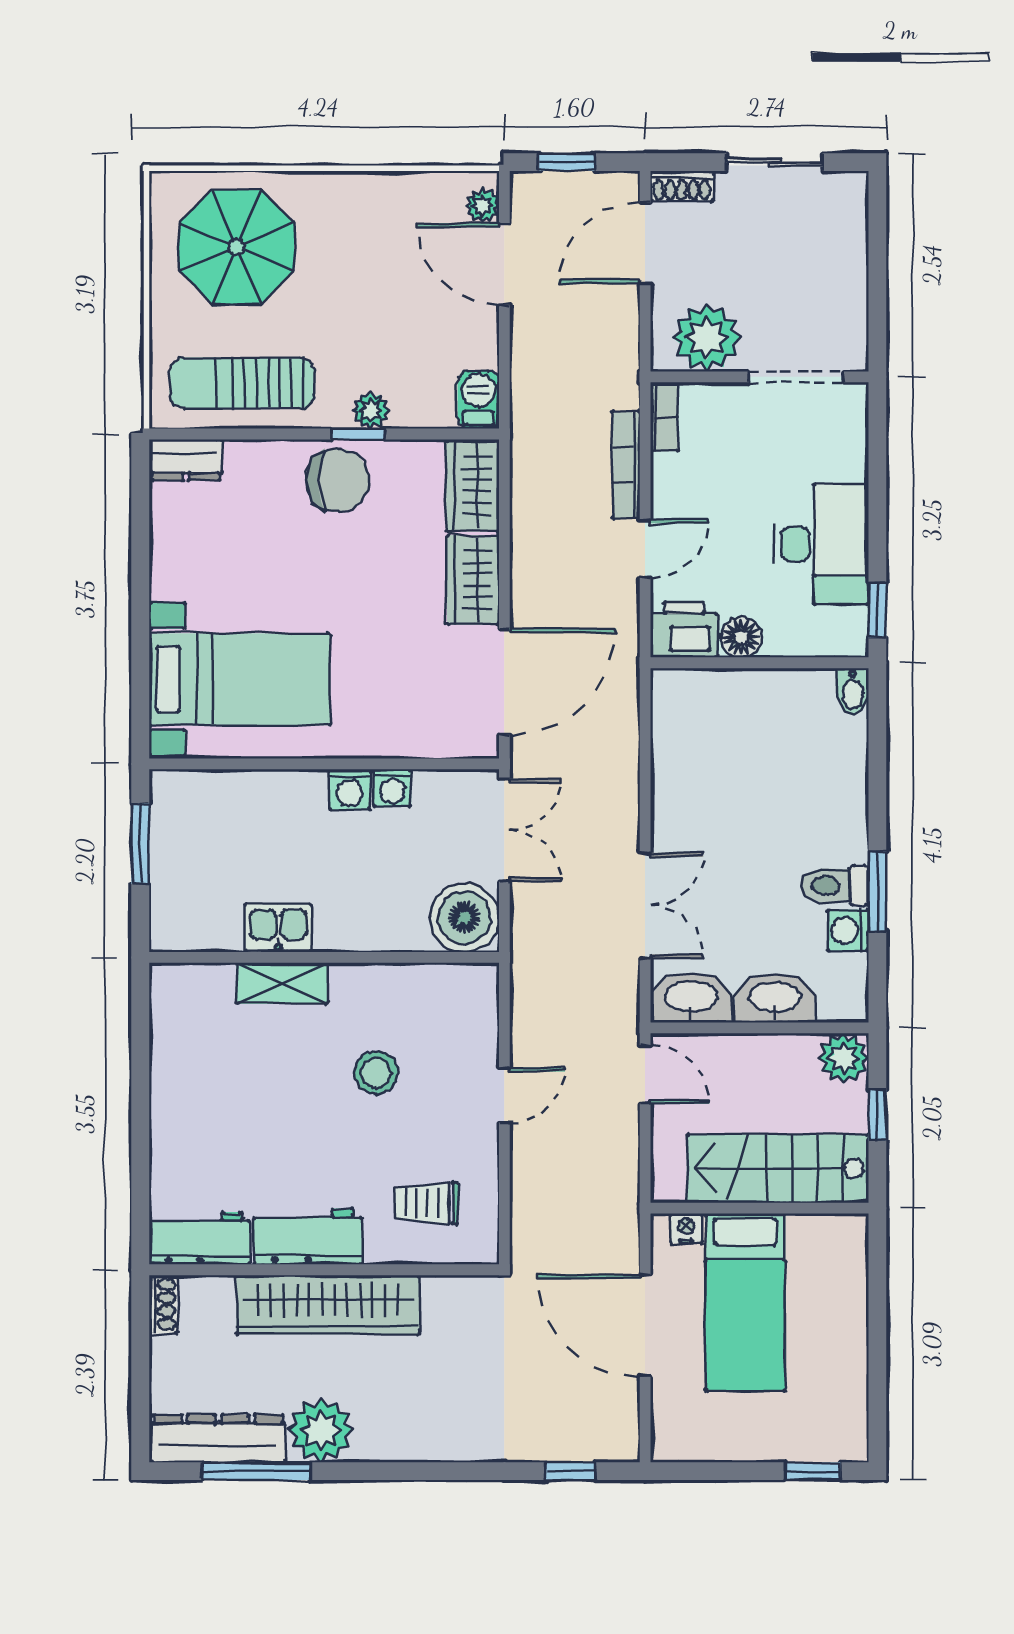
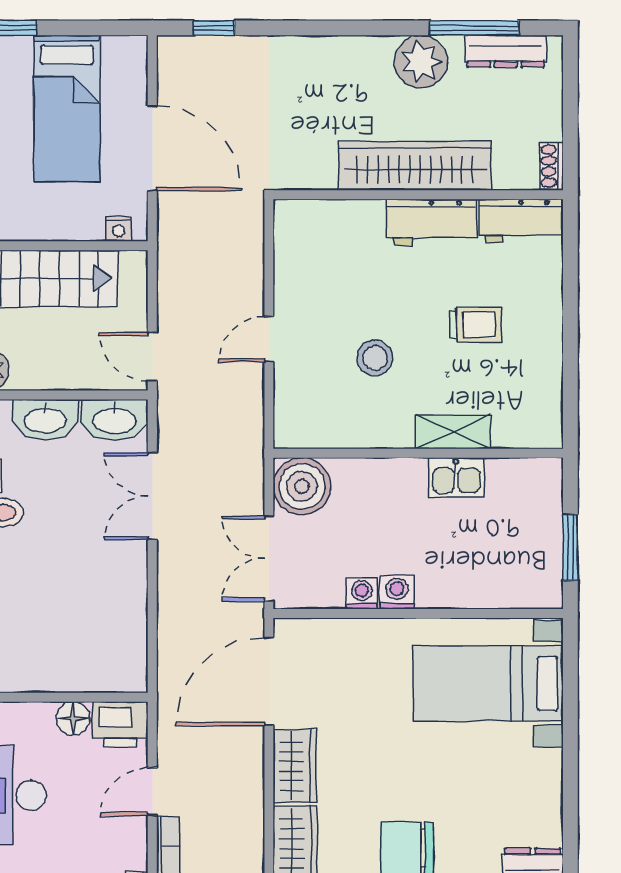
trolley: (426, 1203) -> (476, 325), moved
bed: (745, 1302) -> (67, 109), moved, turned 180
dresser: (218, 1438) -> (506, 51), width x0.73, depth x0.80

